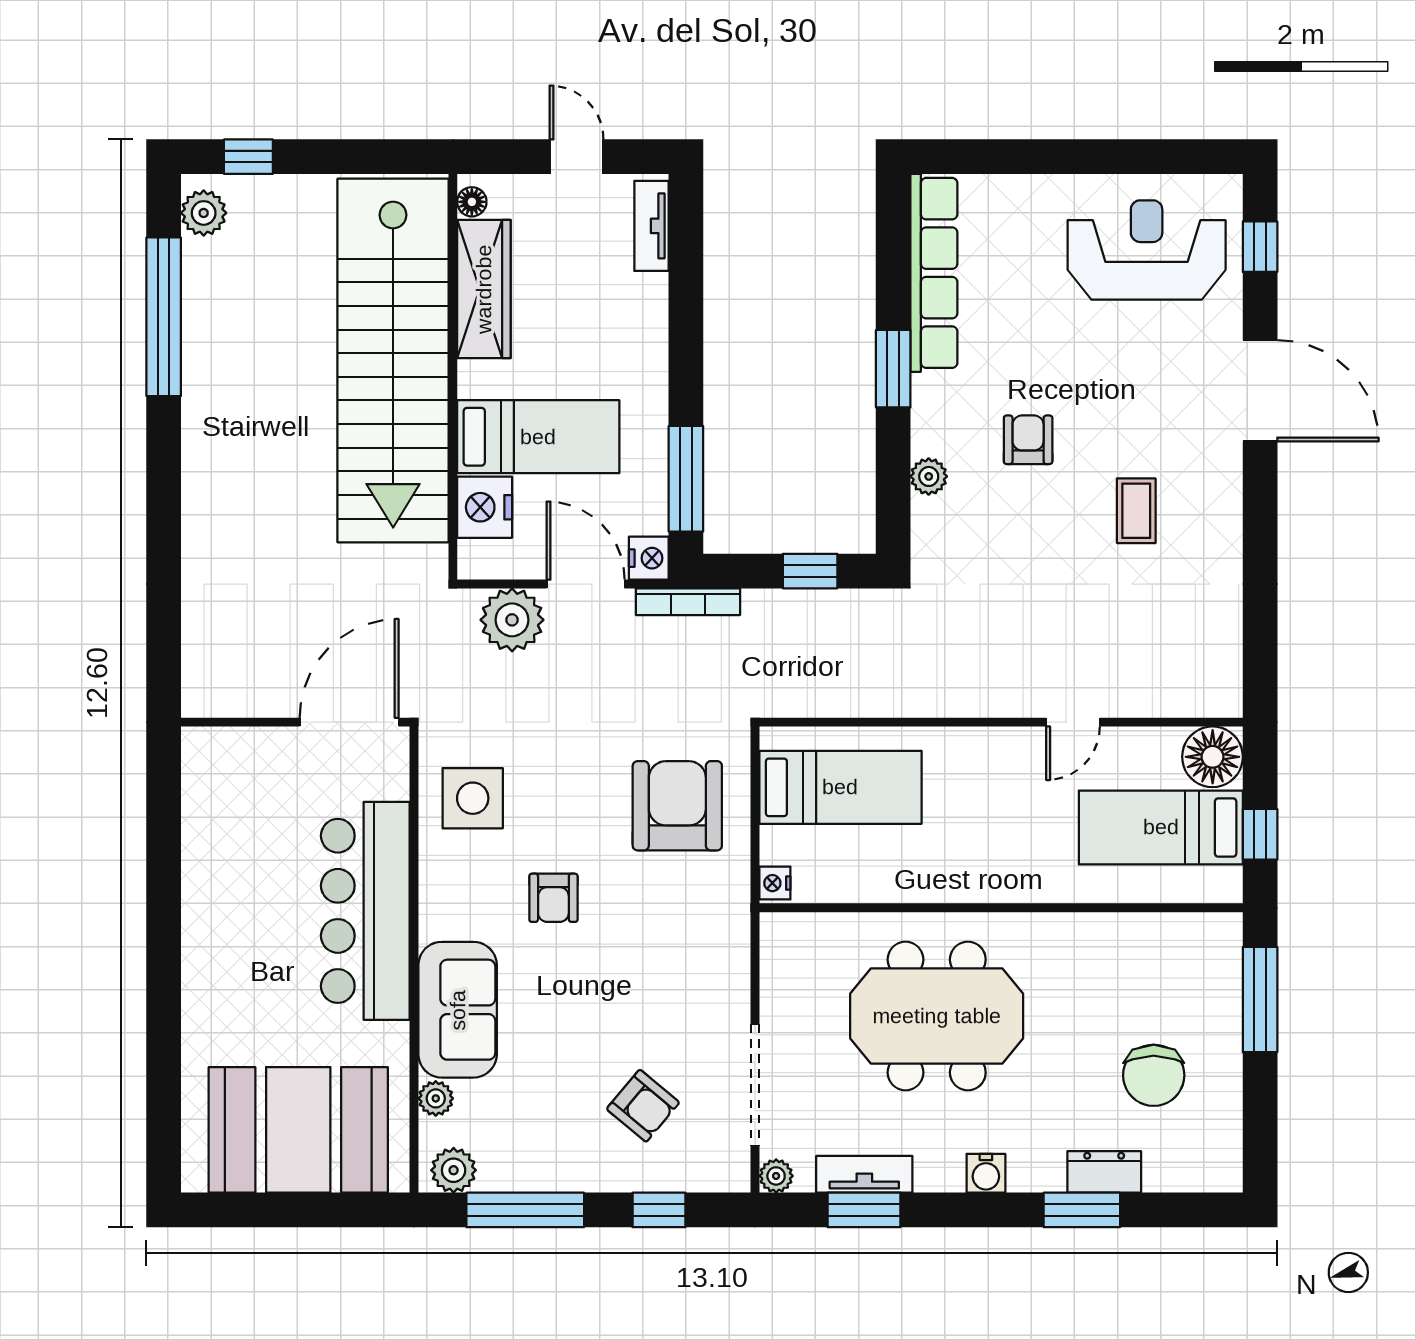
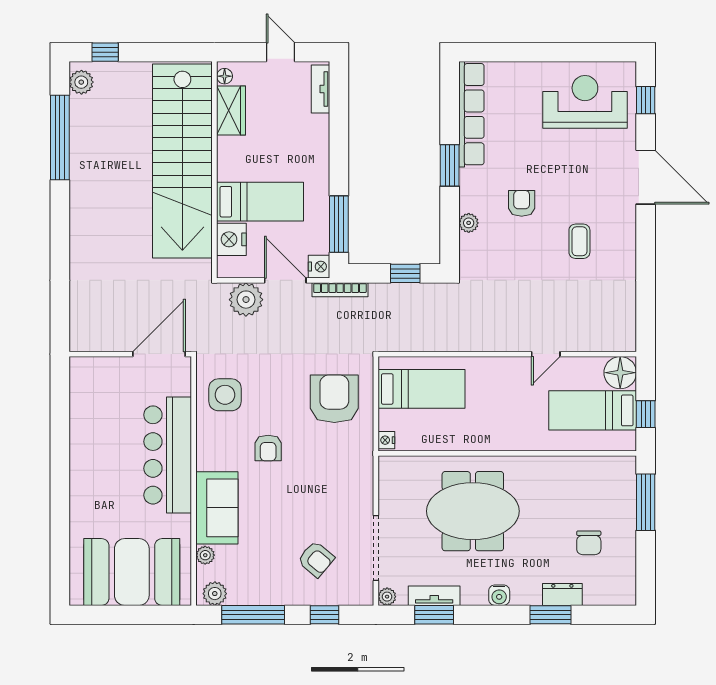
wardrobe: (484, 289) -> (231, 110), width x0.67
chair: (1154, 1075) -> (589, 543), width x0.73, depth x0.73

